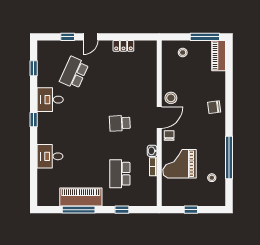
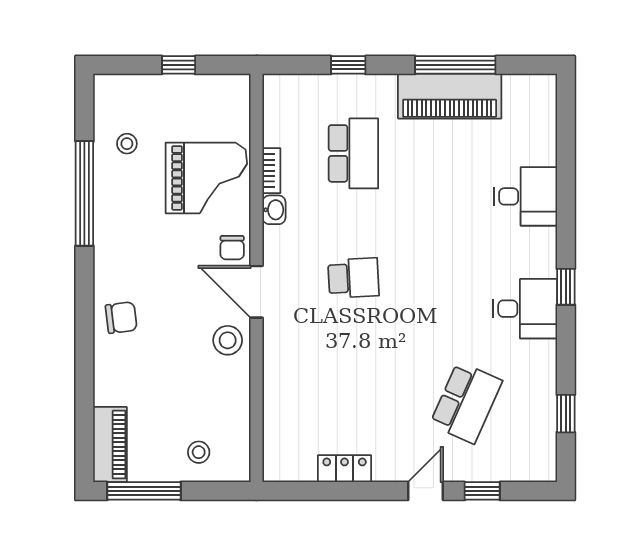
desk: (50, 100) -> (525, 309), moved
door: (159, 118) -> (257, 292), hinge flipped

